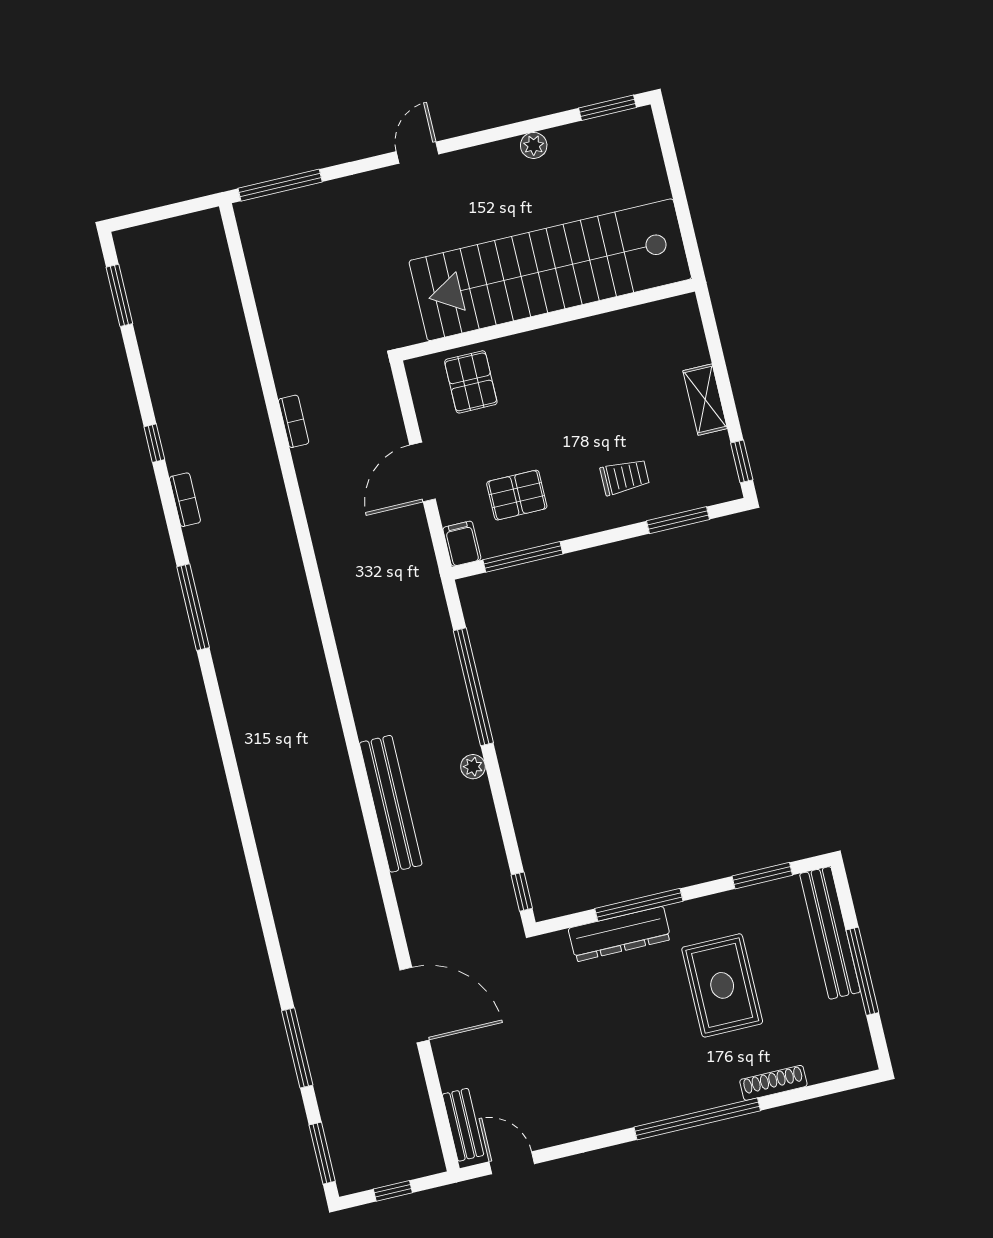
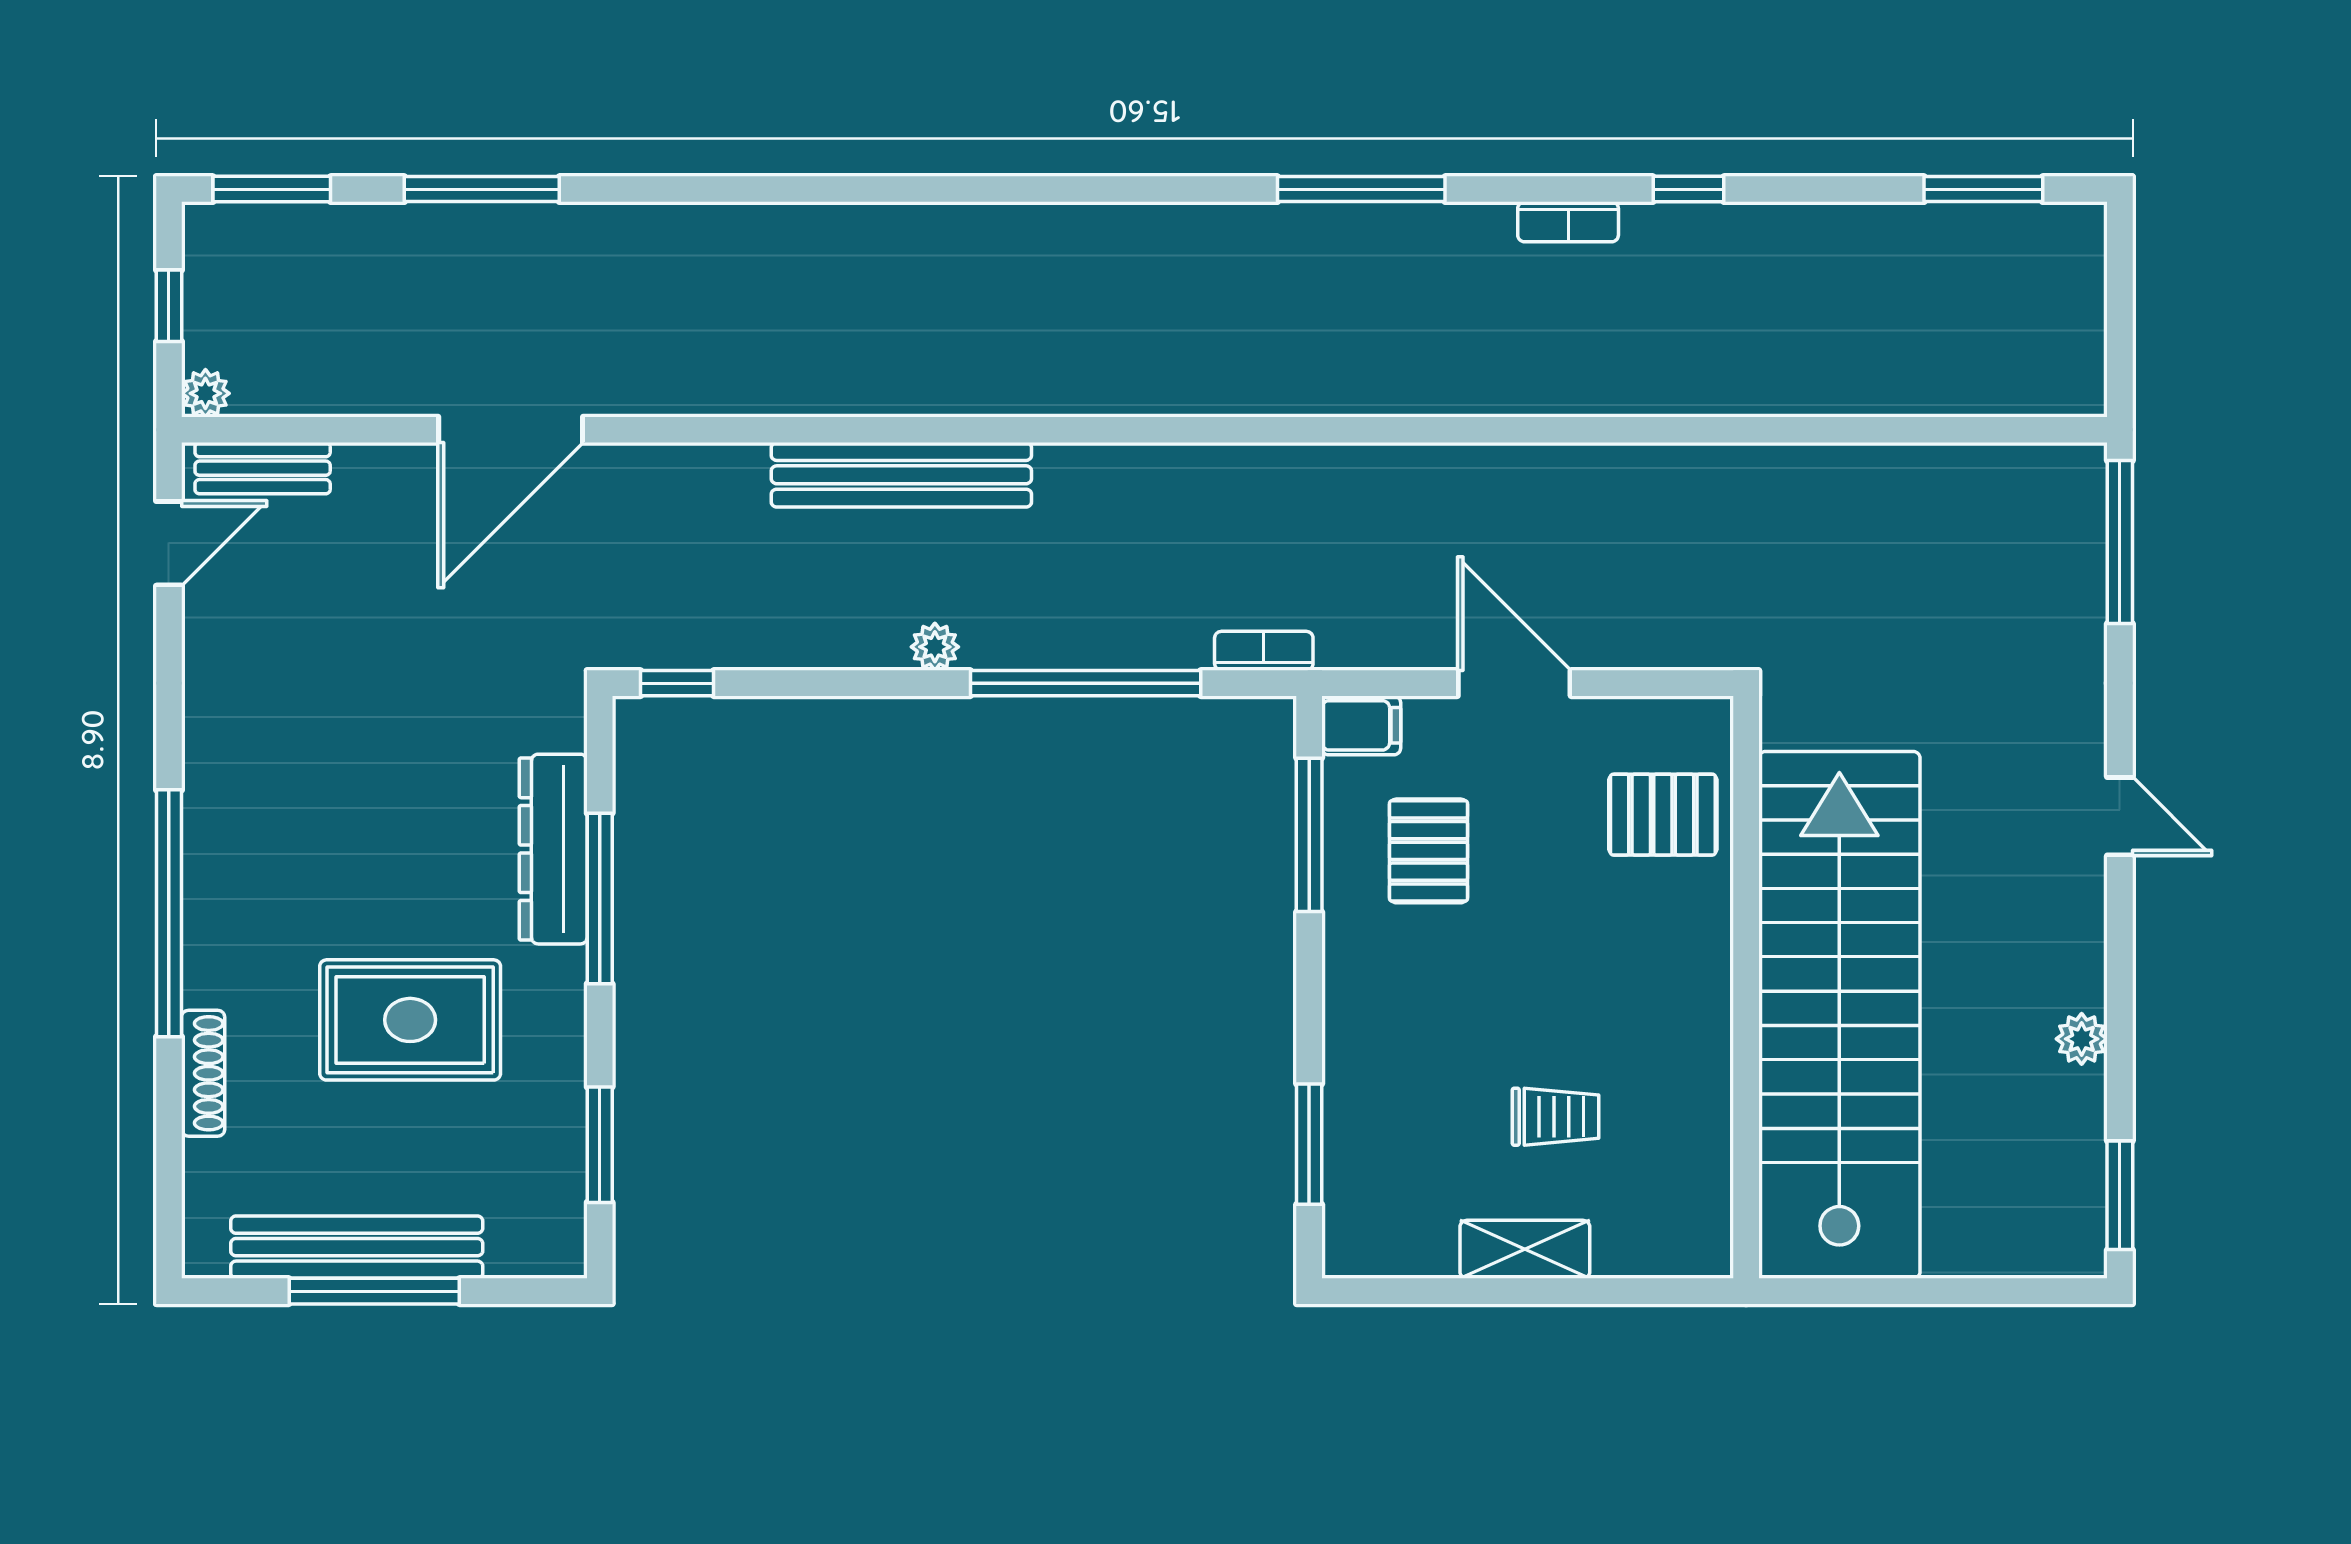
bookcase: (294, 421) -> (1264, 651), moved, turned 180
window: (742, 461) -> (1392, 1291), removed
trolley: (625, 477) -> (1555, 1117), moved, turned -90
bench: (830, 933) -> (357, 1247), moved
plant: (432, 1162) -> (205, 393), added

